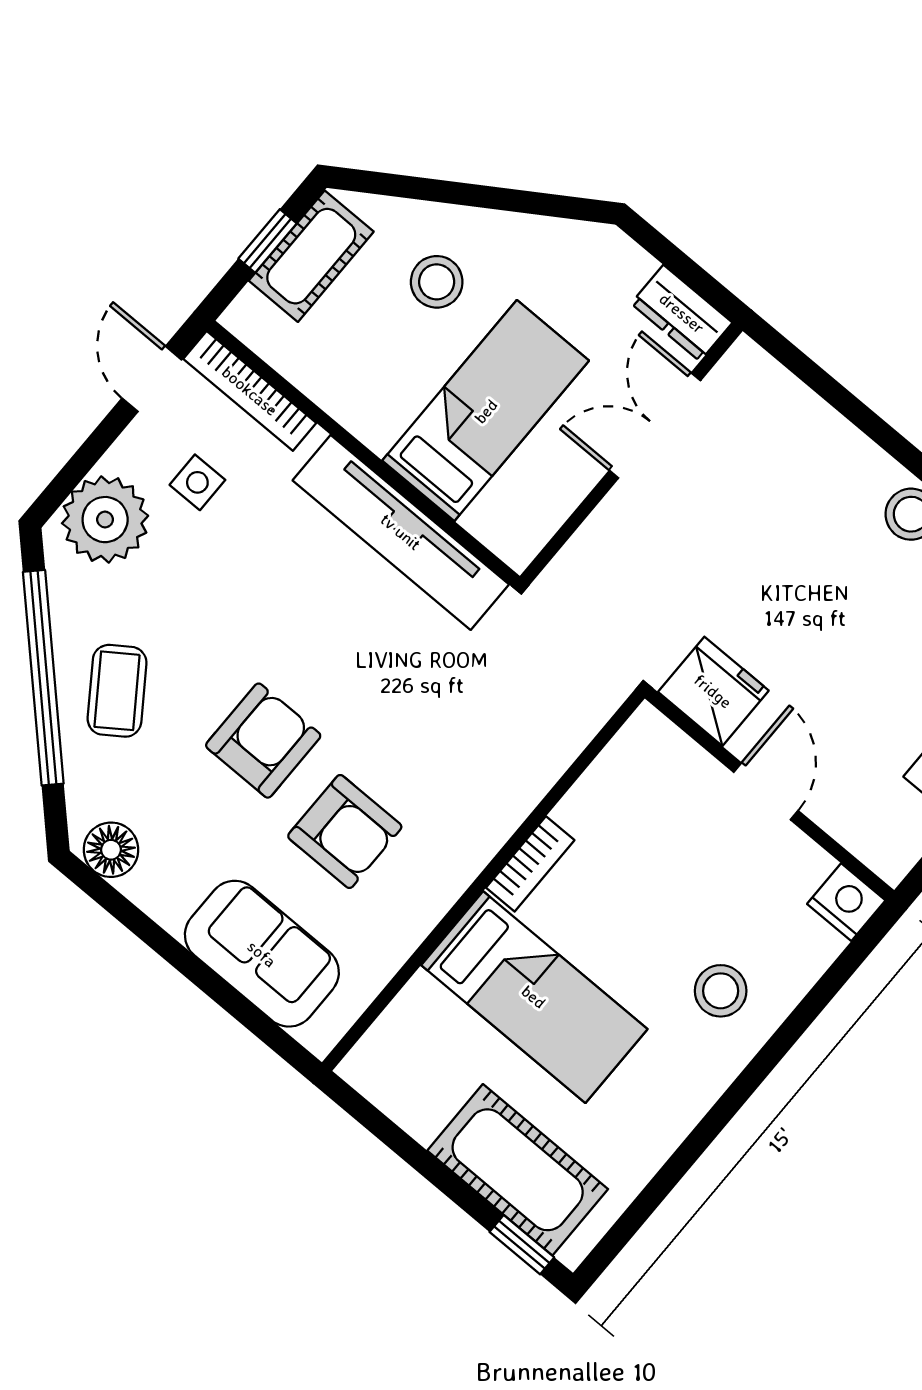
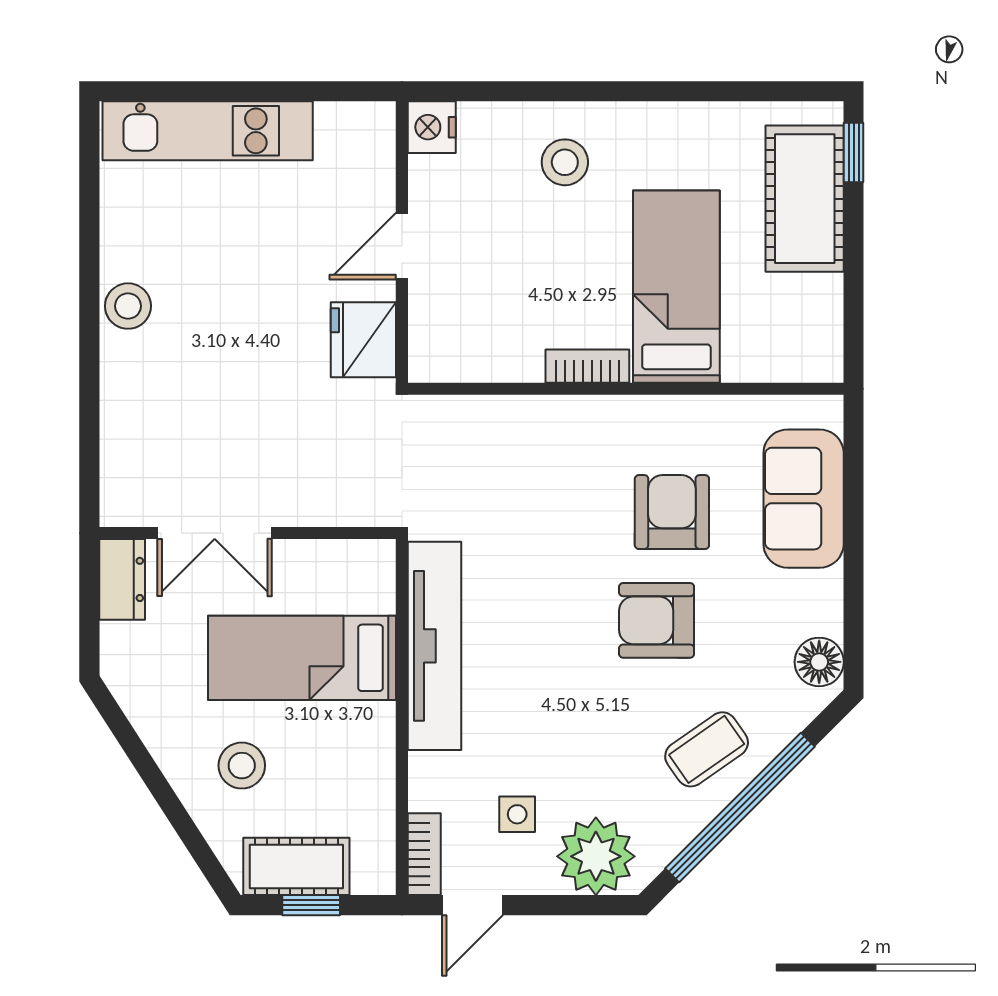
bookcase: (250, 391) -> (424, 854), width x0.64

